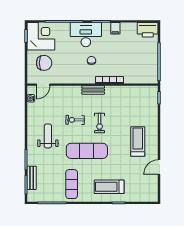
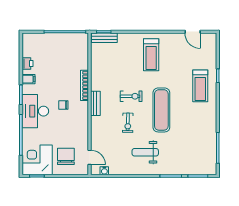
printer: (148, 30) -> (27, 64), moved, width x0.53, depth x0.68
treadmill: (138, 141) -> (151, 55), turned -90
door: (159, 167) -> (193, 32), moved
bench: (32, 178) -> (104, 38), moved
exercise mat: (72, 184) -> (197, 127), removed

